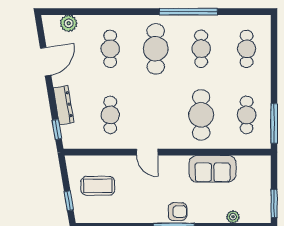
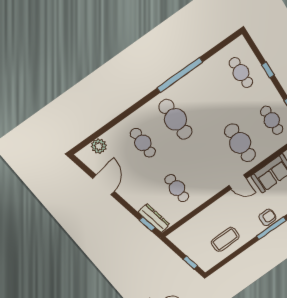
cafe table: (201, 49) -> (208, 96), removed
window: (274, 64) -> (268, 70), added
dresser: (64, 105) -> (154, 218), moved
door: (147, 152) -> (238, 182), moved
coffee table: (98, 186) -> (225, 239), moved

